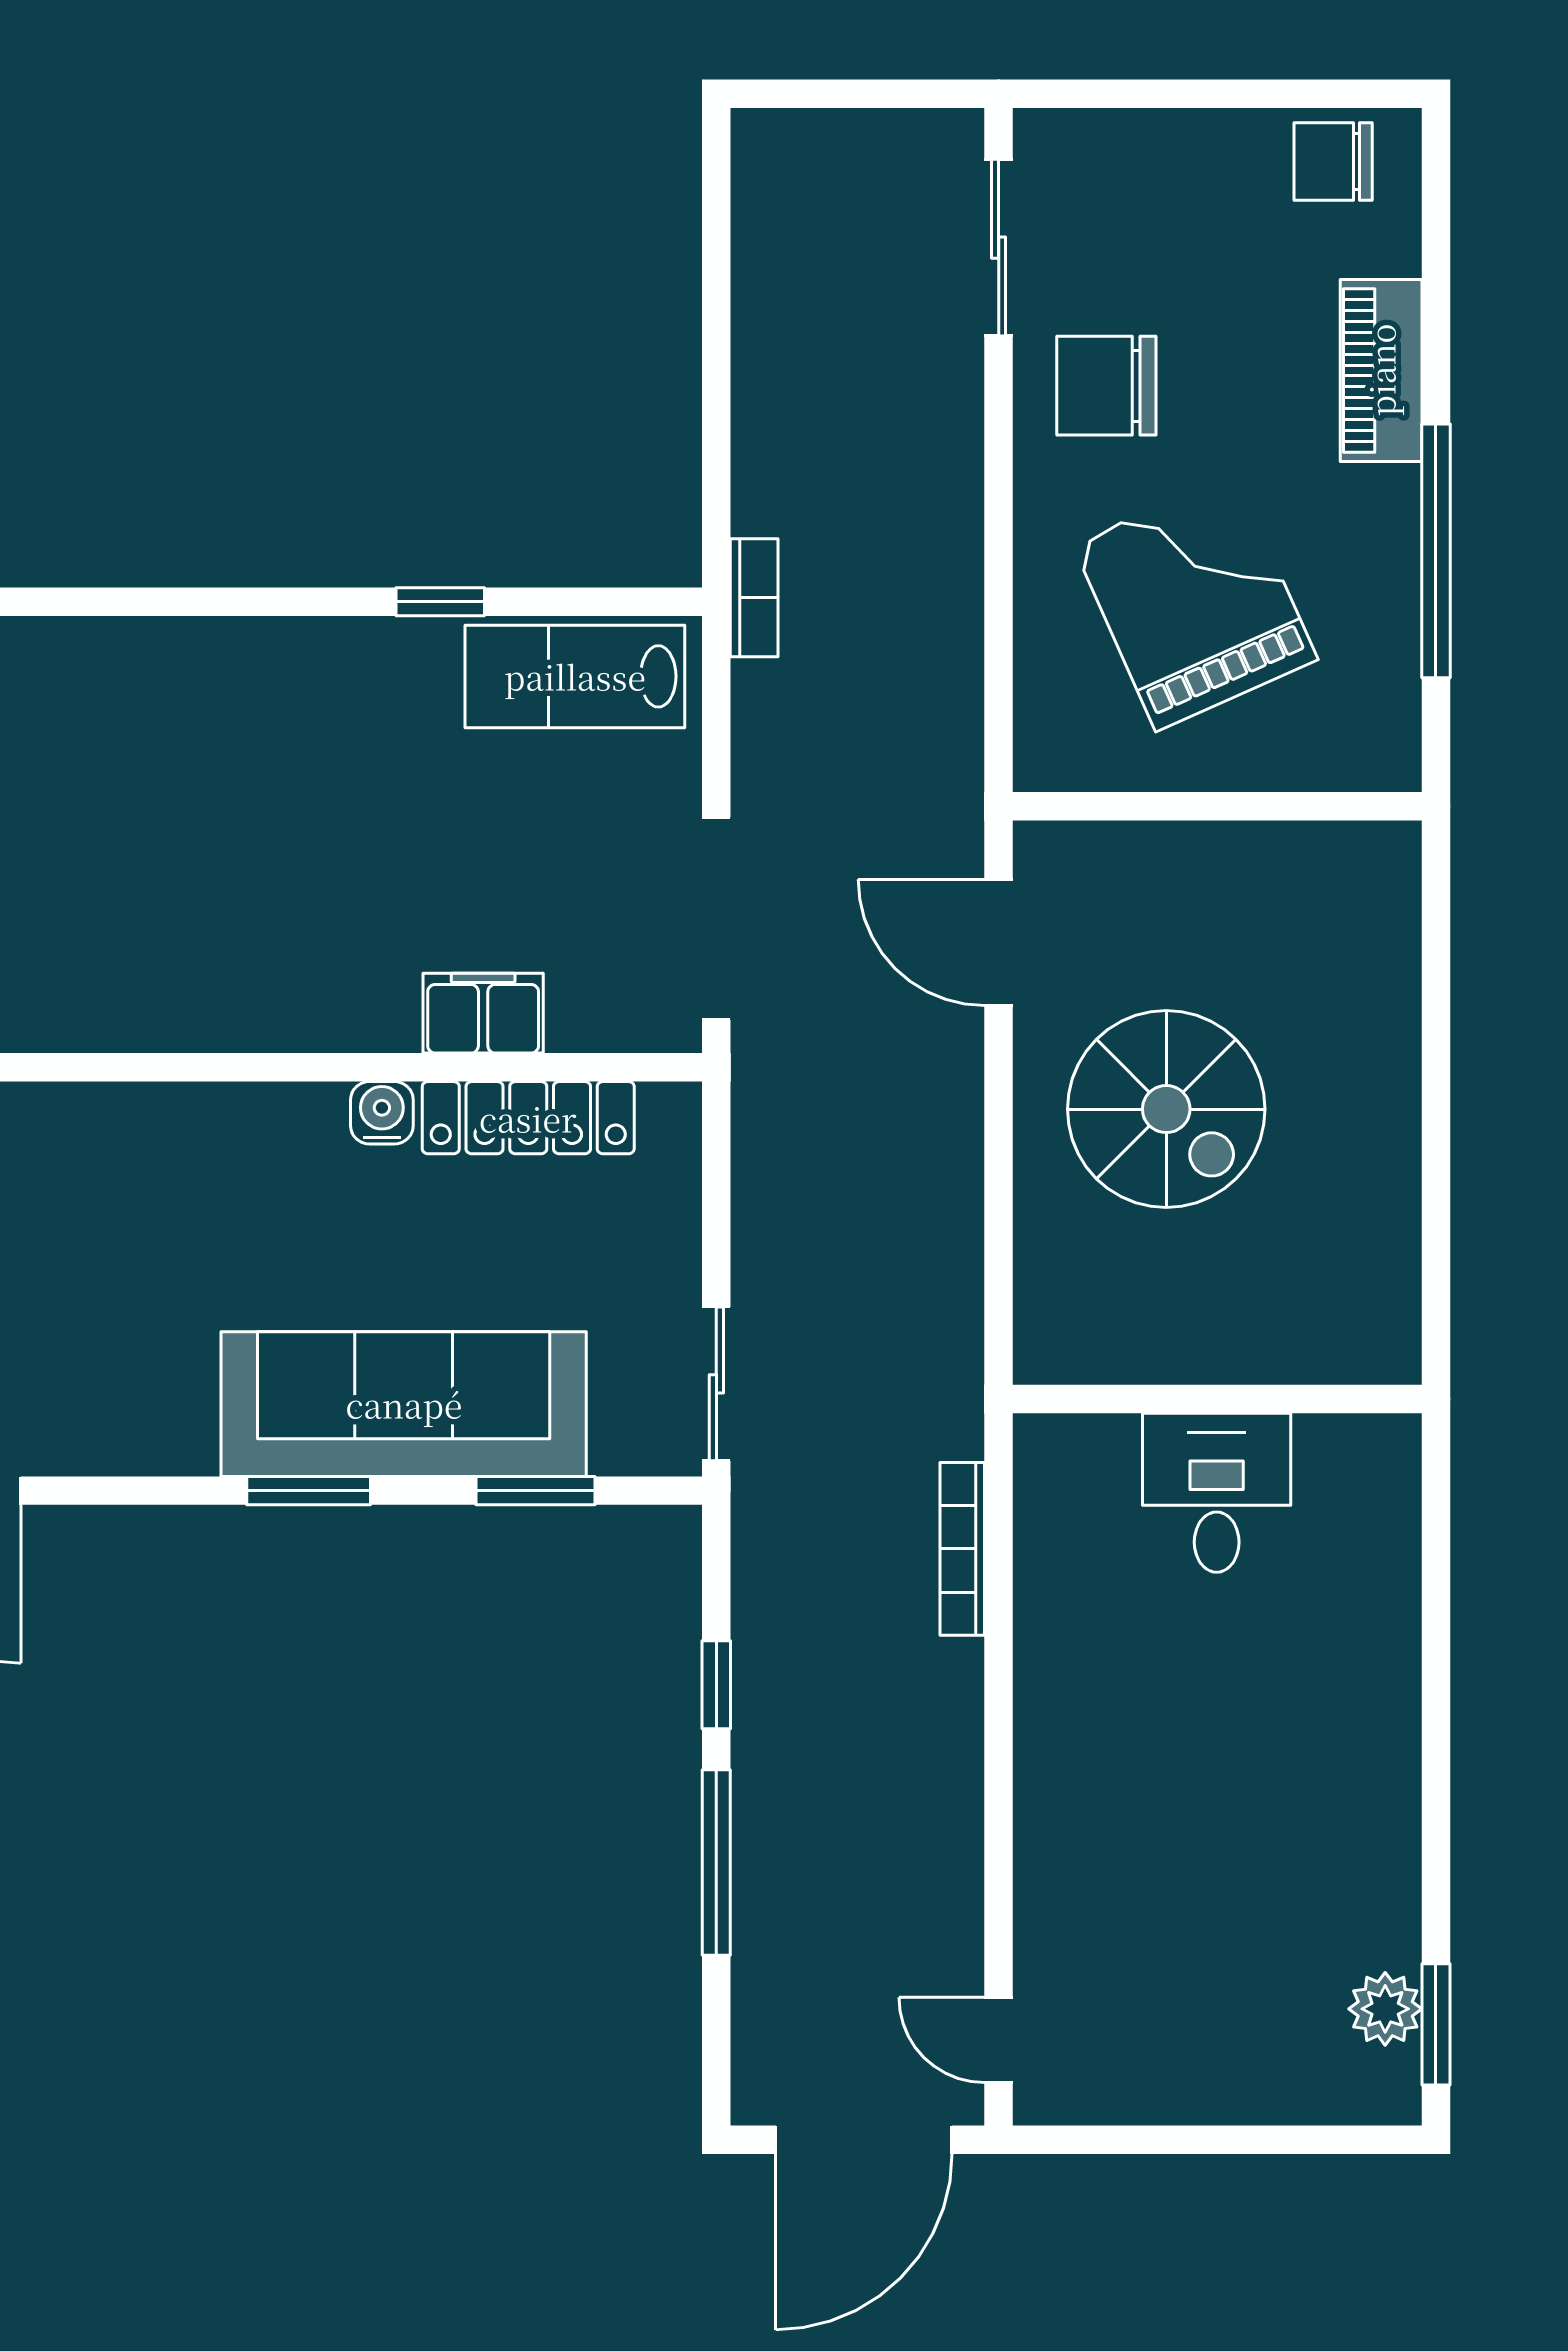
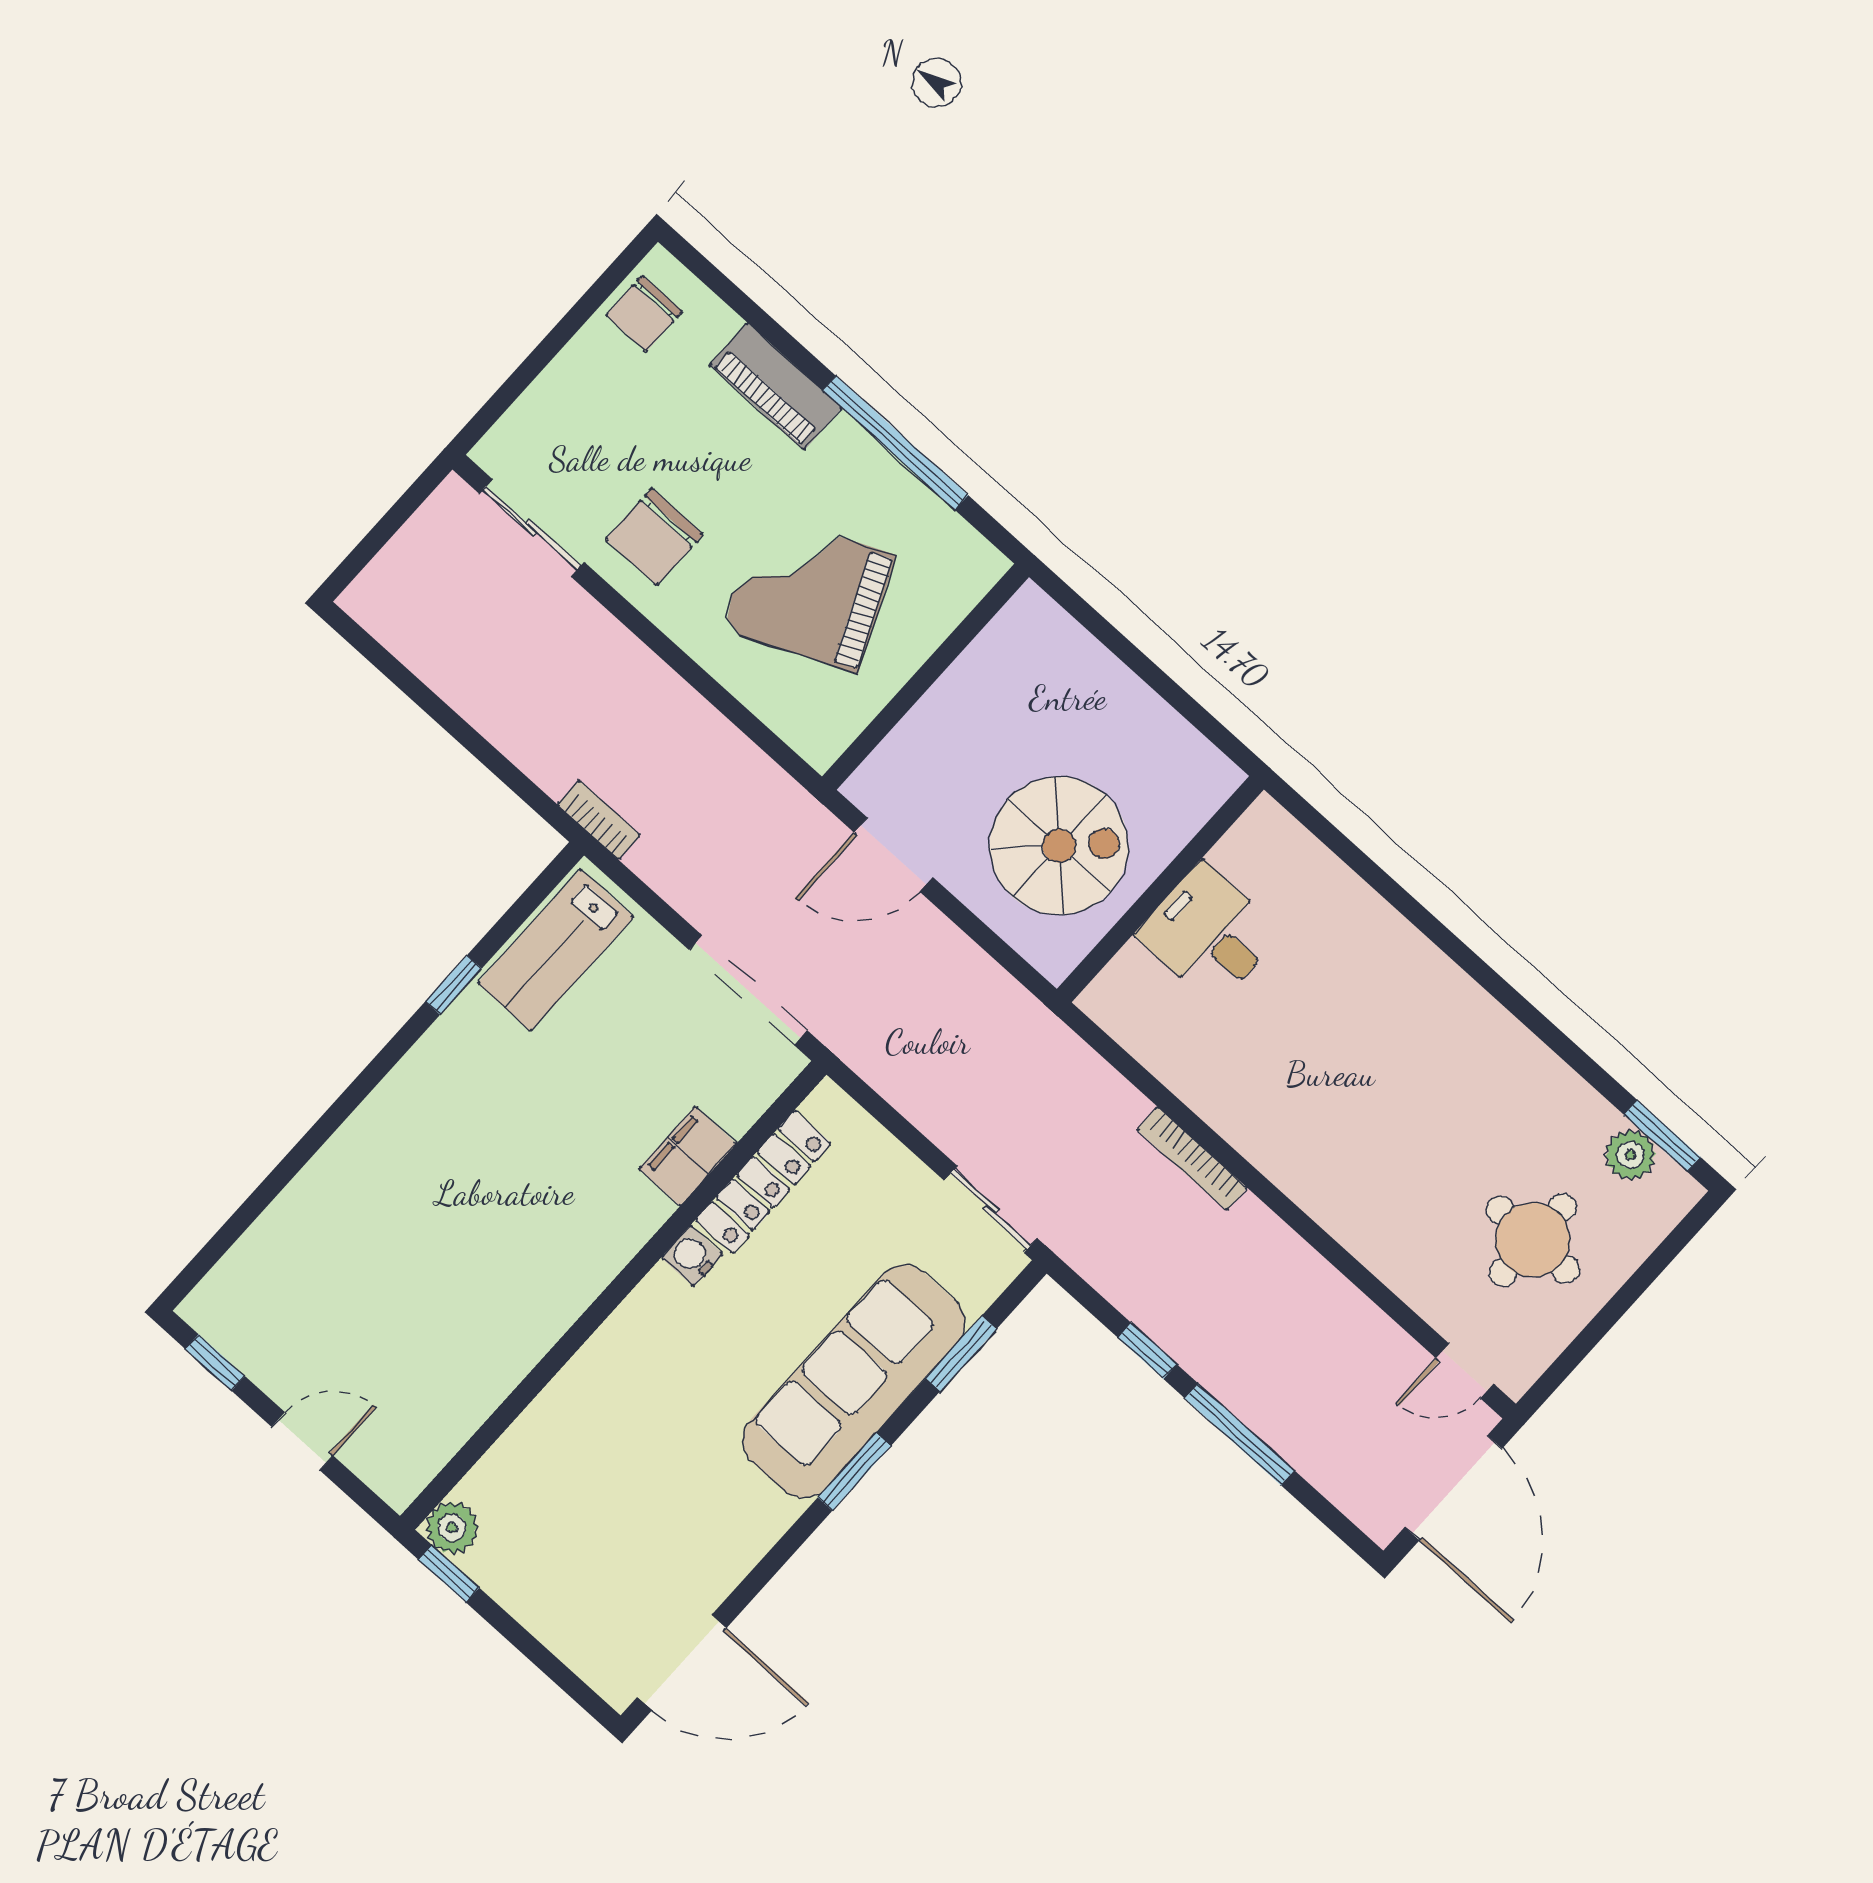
wall: (1217, 1399) -> (1160, 889), moved
desk: (1217, 1493) -> (1209, 934), moved
round table: (1202, 1987) -> (1533, 1240), added

